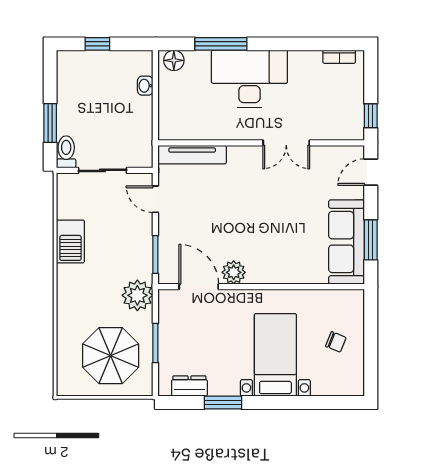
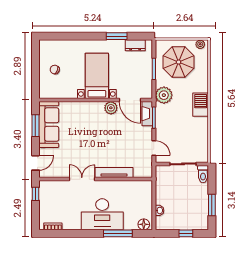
window: (50, 123) -> (212, 205), moved
tv unit: (192, 155) -> (114, 173), moved
barbecue: (70, 241) -> (201, 105), moved
fireplace: (167, 262) -> (147, 114), added
bed with nightstands: (275, 355) -> (97, 76), moved, turned 180
plant: (71, 388) -> (200, 44), added

